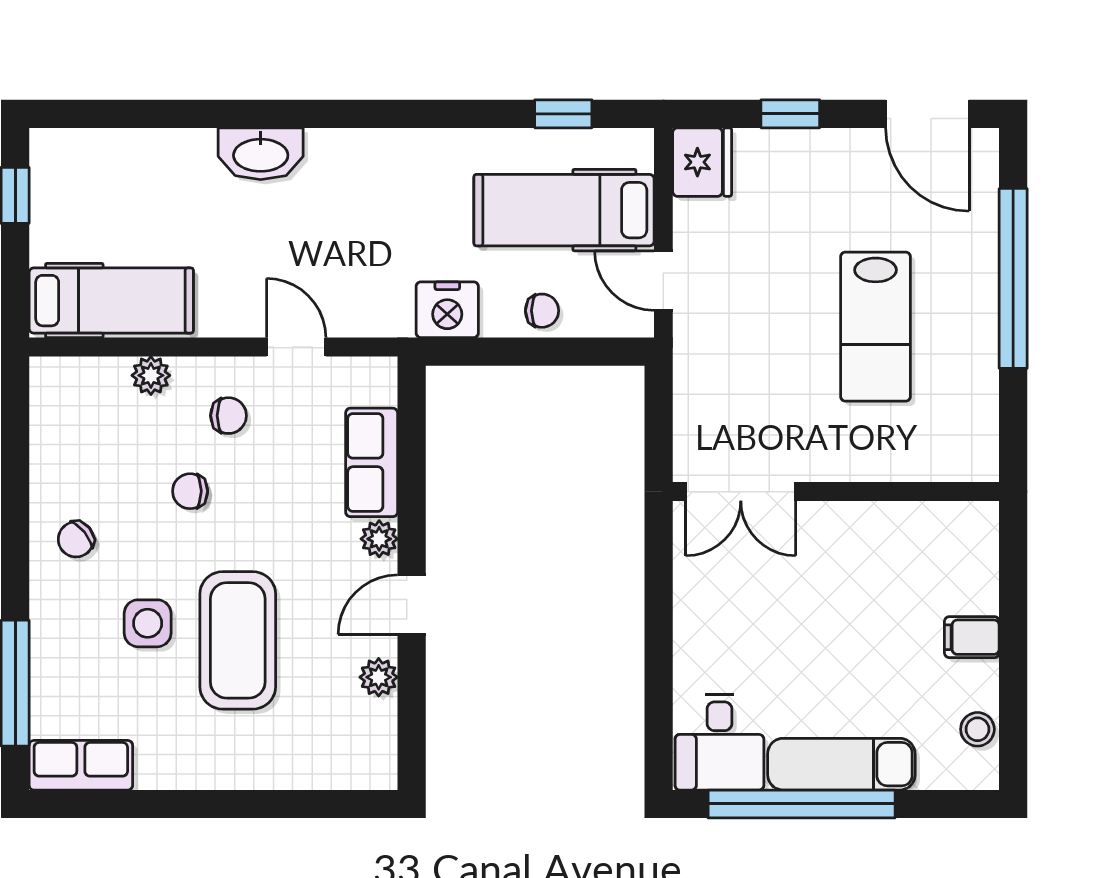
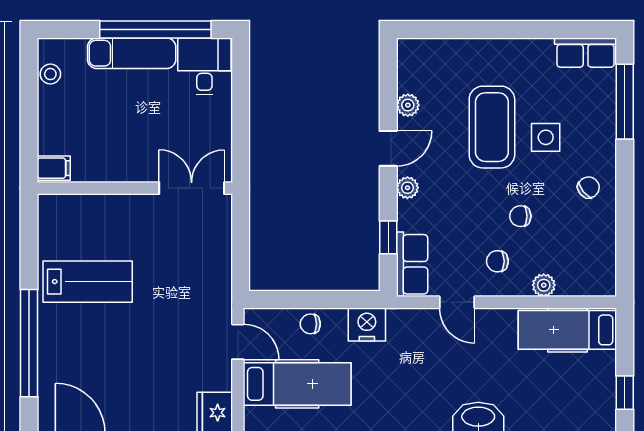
lab bench: (876, 327) -> (88, 282), moved, turned 90
window: (412, 456) -> (388, 237), added
row of seats: (372, 462) -> (412, 264), moved
chair: (190, 491) -> (520, 216), turned 180
double door: (741, 492) -> (192, 188), moved
wall: (836, 492) -> (135, 188), moved
filing cabinet: (972, 637) -> (54, 168), moved

